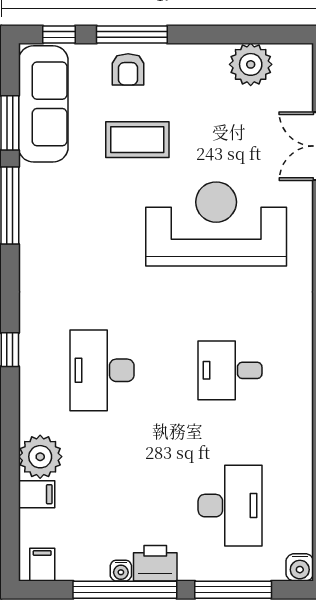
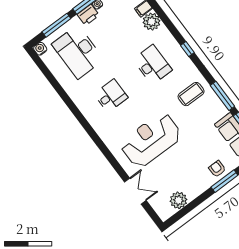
coffee table: (137, 140) -> (191, 94), moved
reception desk: (216, 224) -> (151, 140), turned 180
desk: (230, 506) -> (78, 52), width x1.36, depth x1.30

